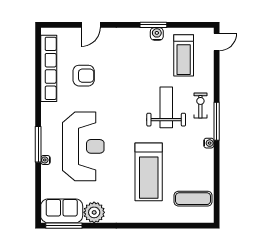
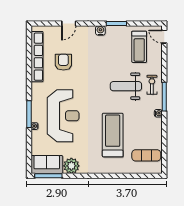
water cooler: (157, 34) -> (100, 31), moved
door: (217, 42) -> (164, 37), swing flipped
armchair: (84, 76) -> (63, 62), turned -90
weight bench: (166, 107) -> (126, 86), turned -90
treadmill: (149, 172) -> (113, 135), turned 180

